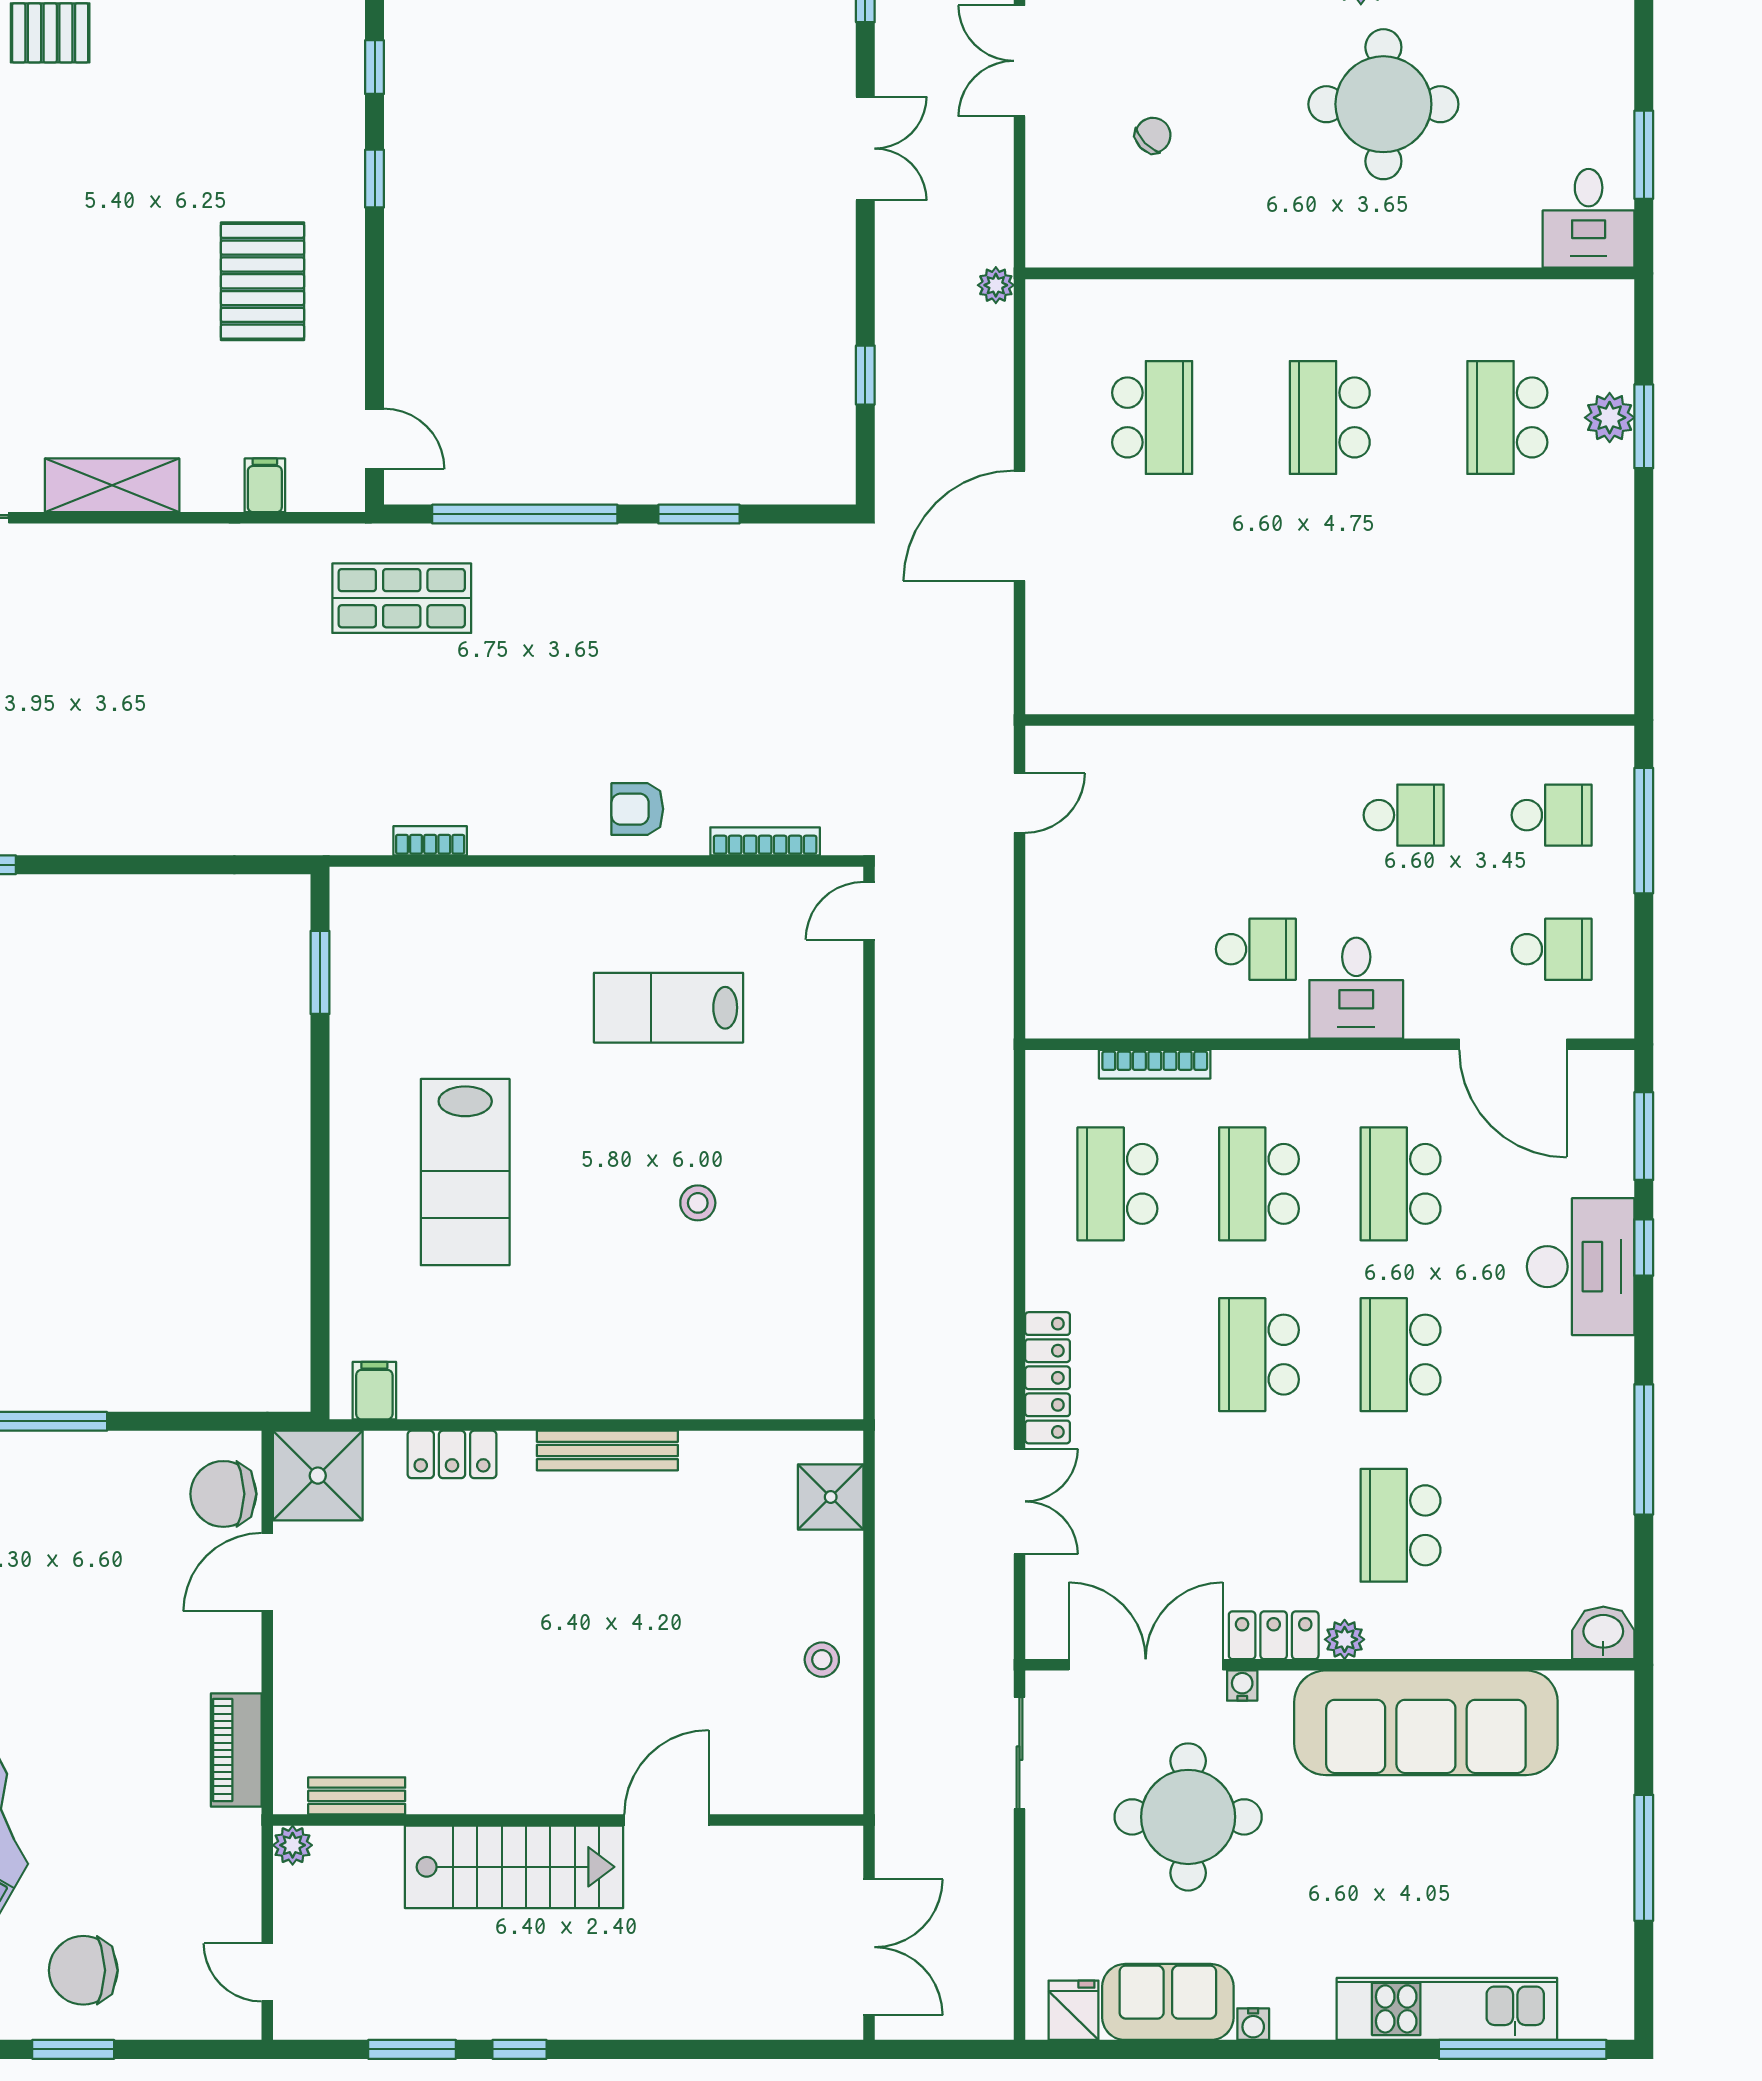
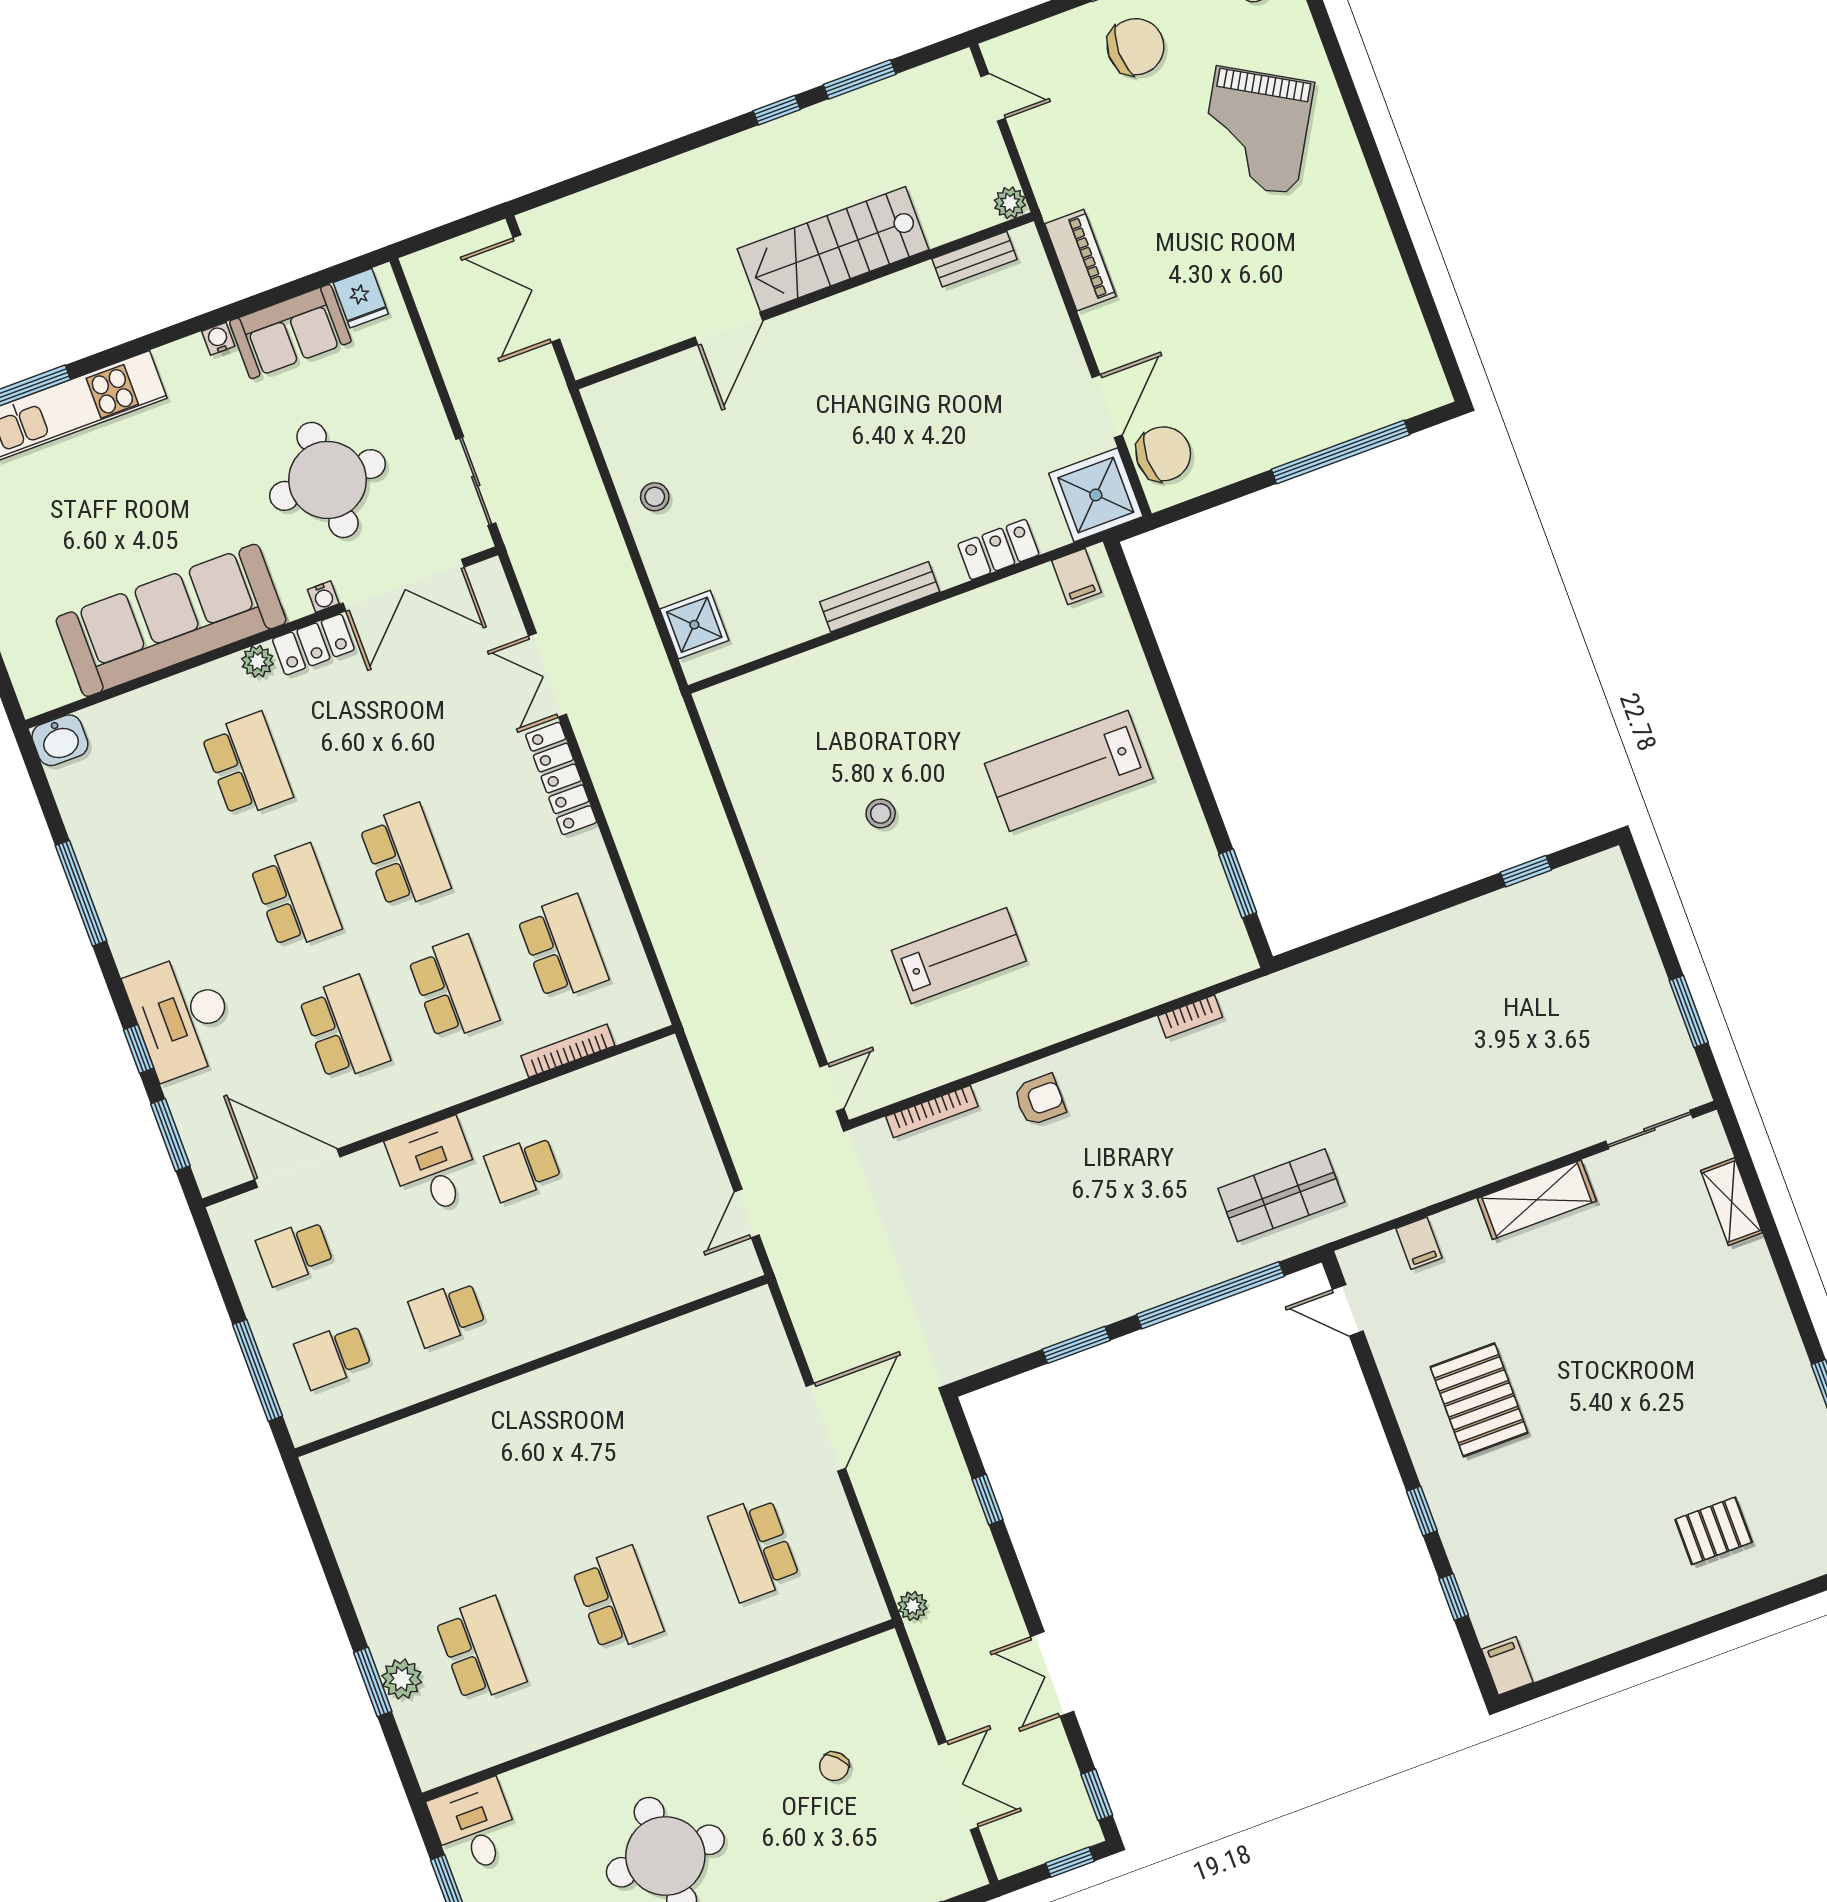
lab bench: (465, 1172) -> (1069, 771), turned -90

